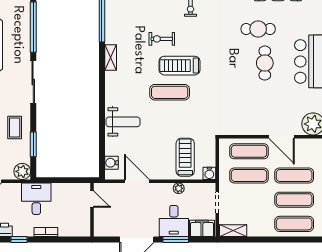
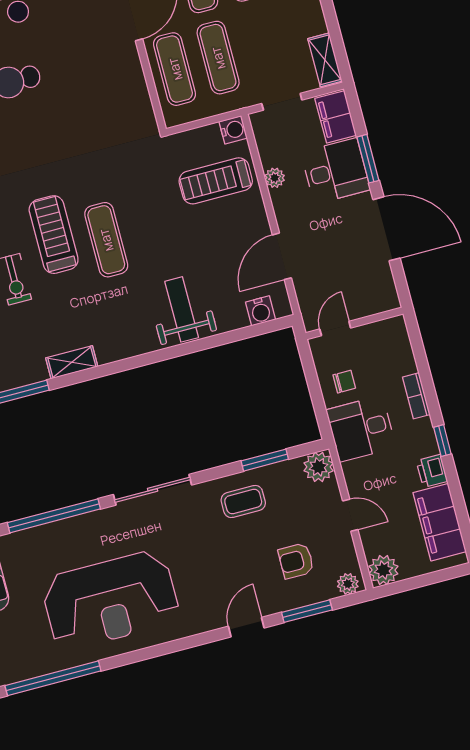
treadmill: (180, 66) -> (54, 235), turned 180
chair: (63, 197) -> (344, 382), added

